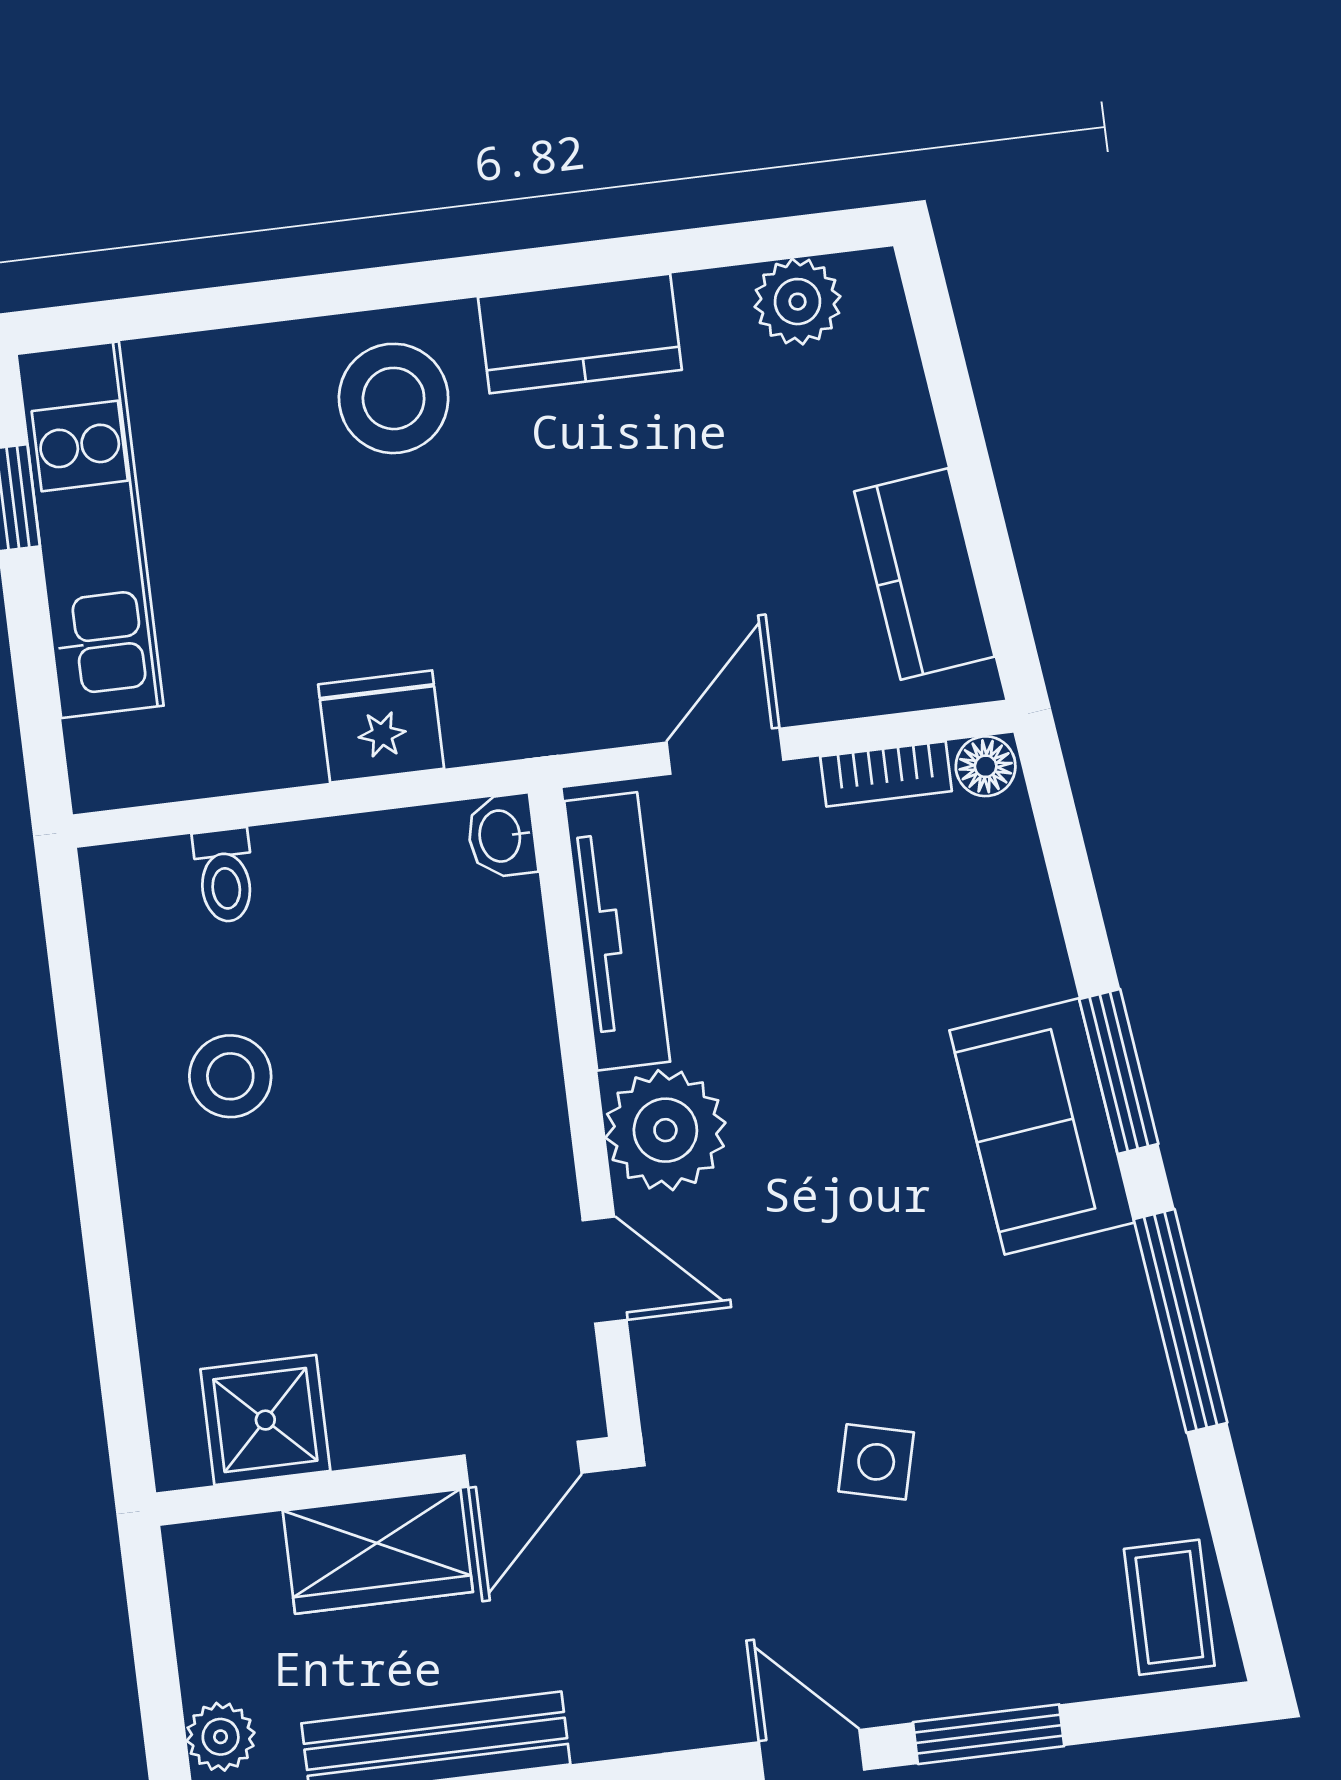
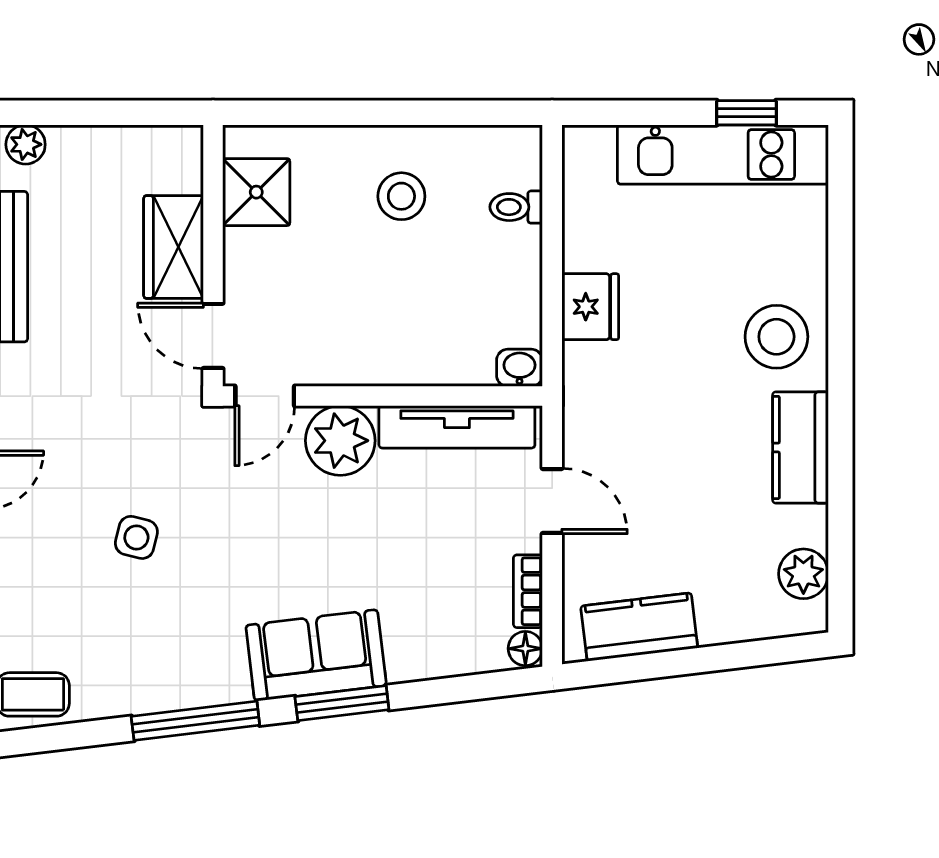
shower: (265, 1420) -> (256, 192), moved
door: (523, 1464) -> (213, 336), moved
wall: (384, 1481) -> (213, 256), moved
wardrobe: (378, 1551) -> (174, 247), moved

